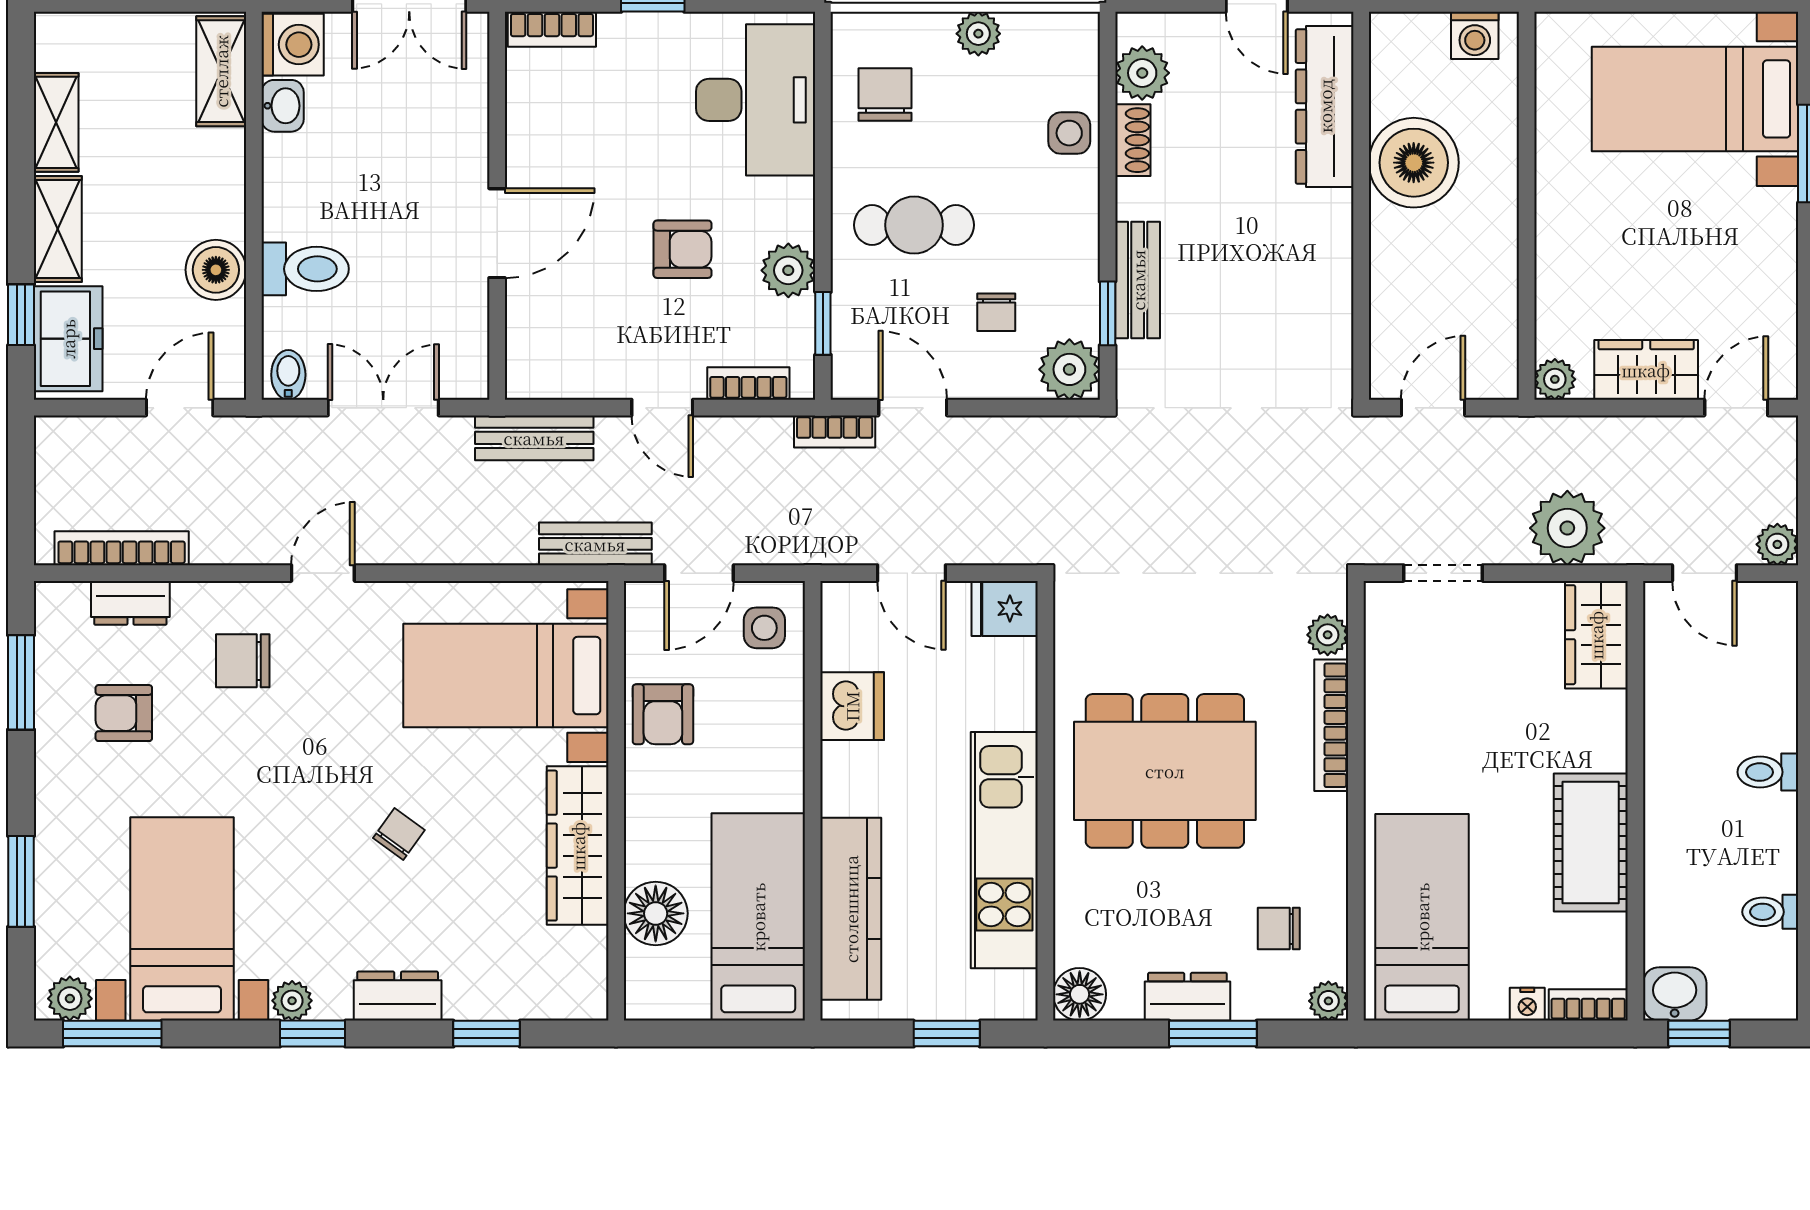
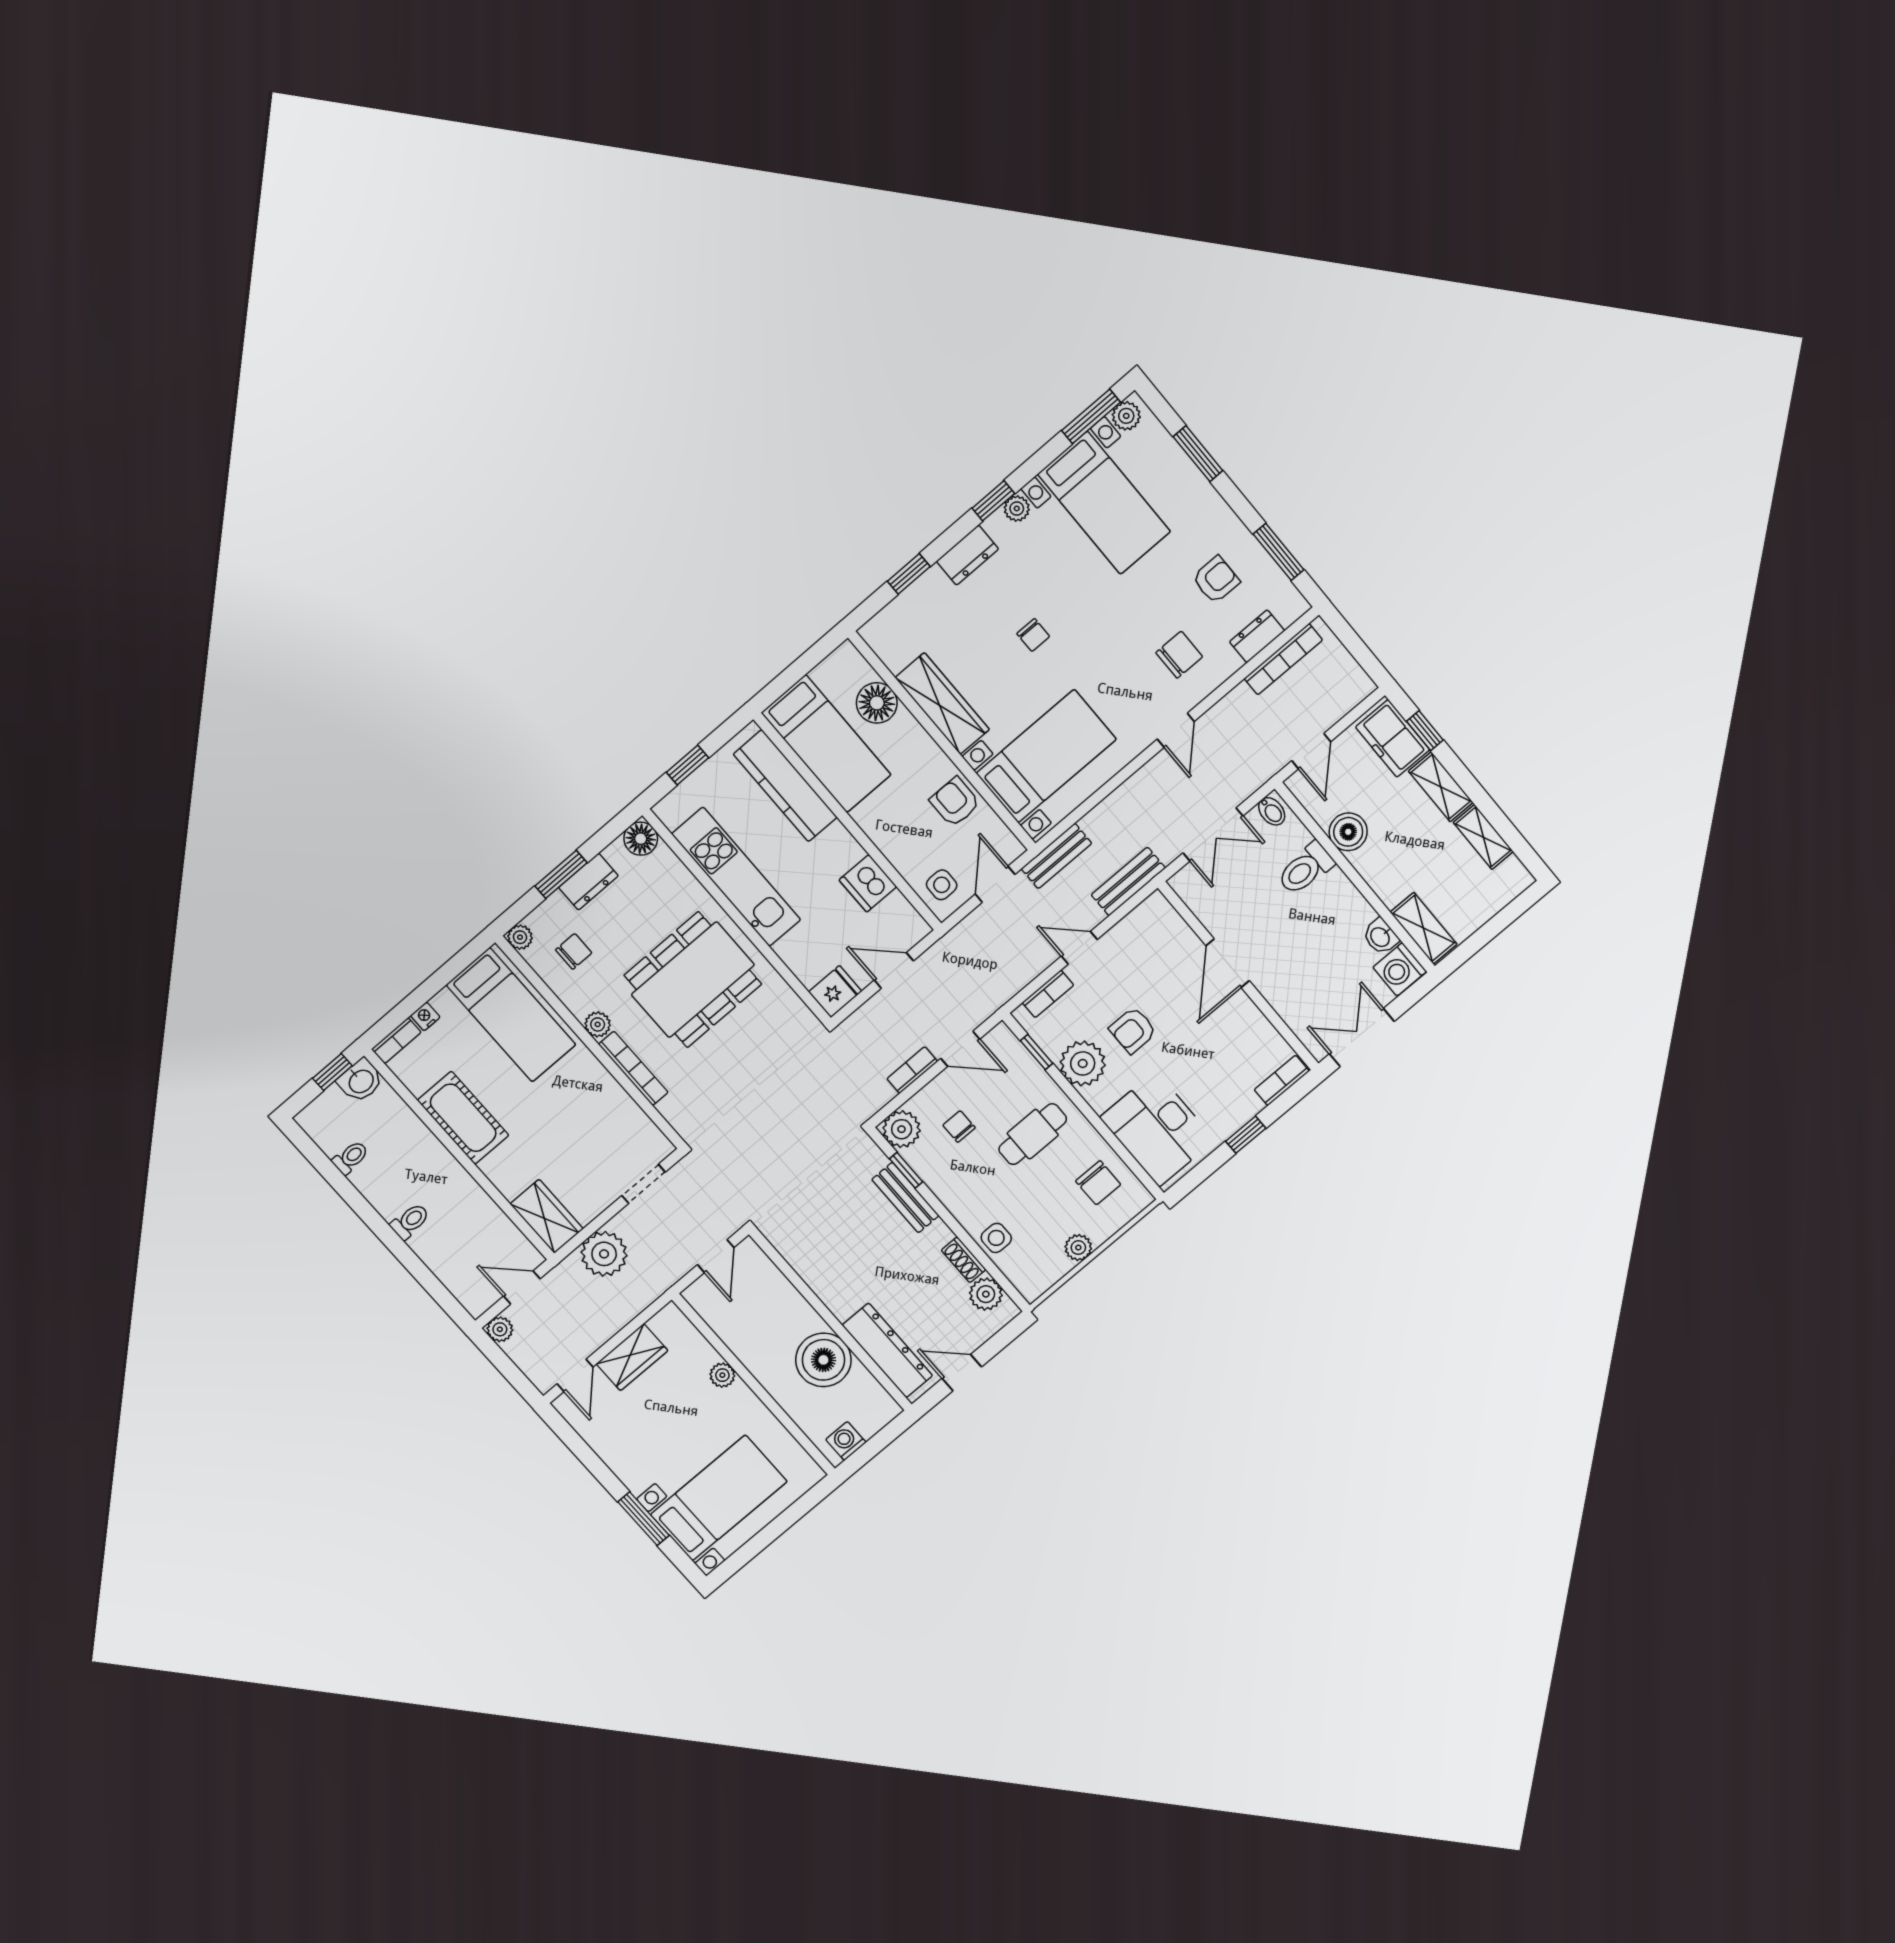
plant: (788, 270) -> (1083, 1063), width x1.36, depth x1.36
plant: (1555, 379) -> (722, 1375), moved
bookcase: (835, 431) -> (912, 1070), moved
plant: (1328, 635) -> (598, 1024), moved
chair: (399, 834) -> (1033, 635), turned -36

